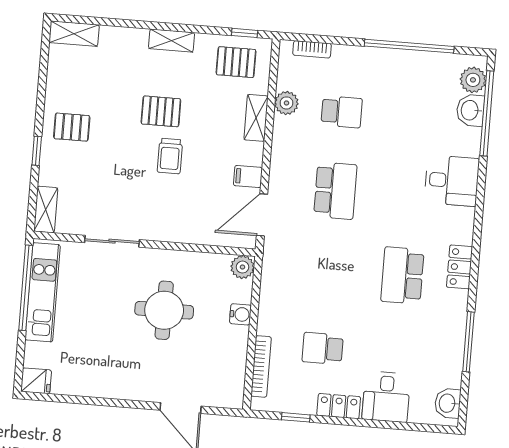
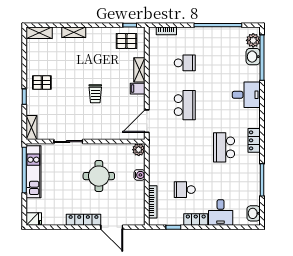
shelving: (172, 41) -> (74, 32), moved
plant: (286, 103) -> (155, 61), removed
pallet: (161, 111) -> (89, 70), removed
filing cabinet: (248, 177) -> (138, 89), moved
locker: (129, 390) -> (84, 220), added

